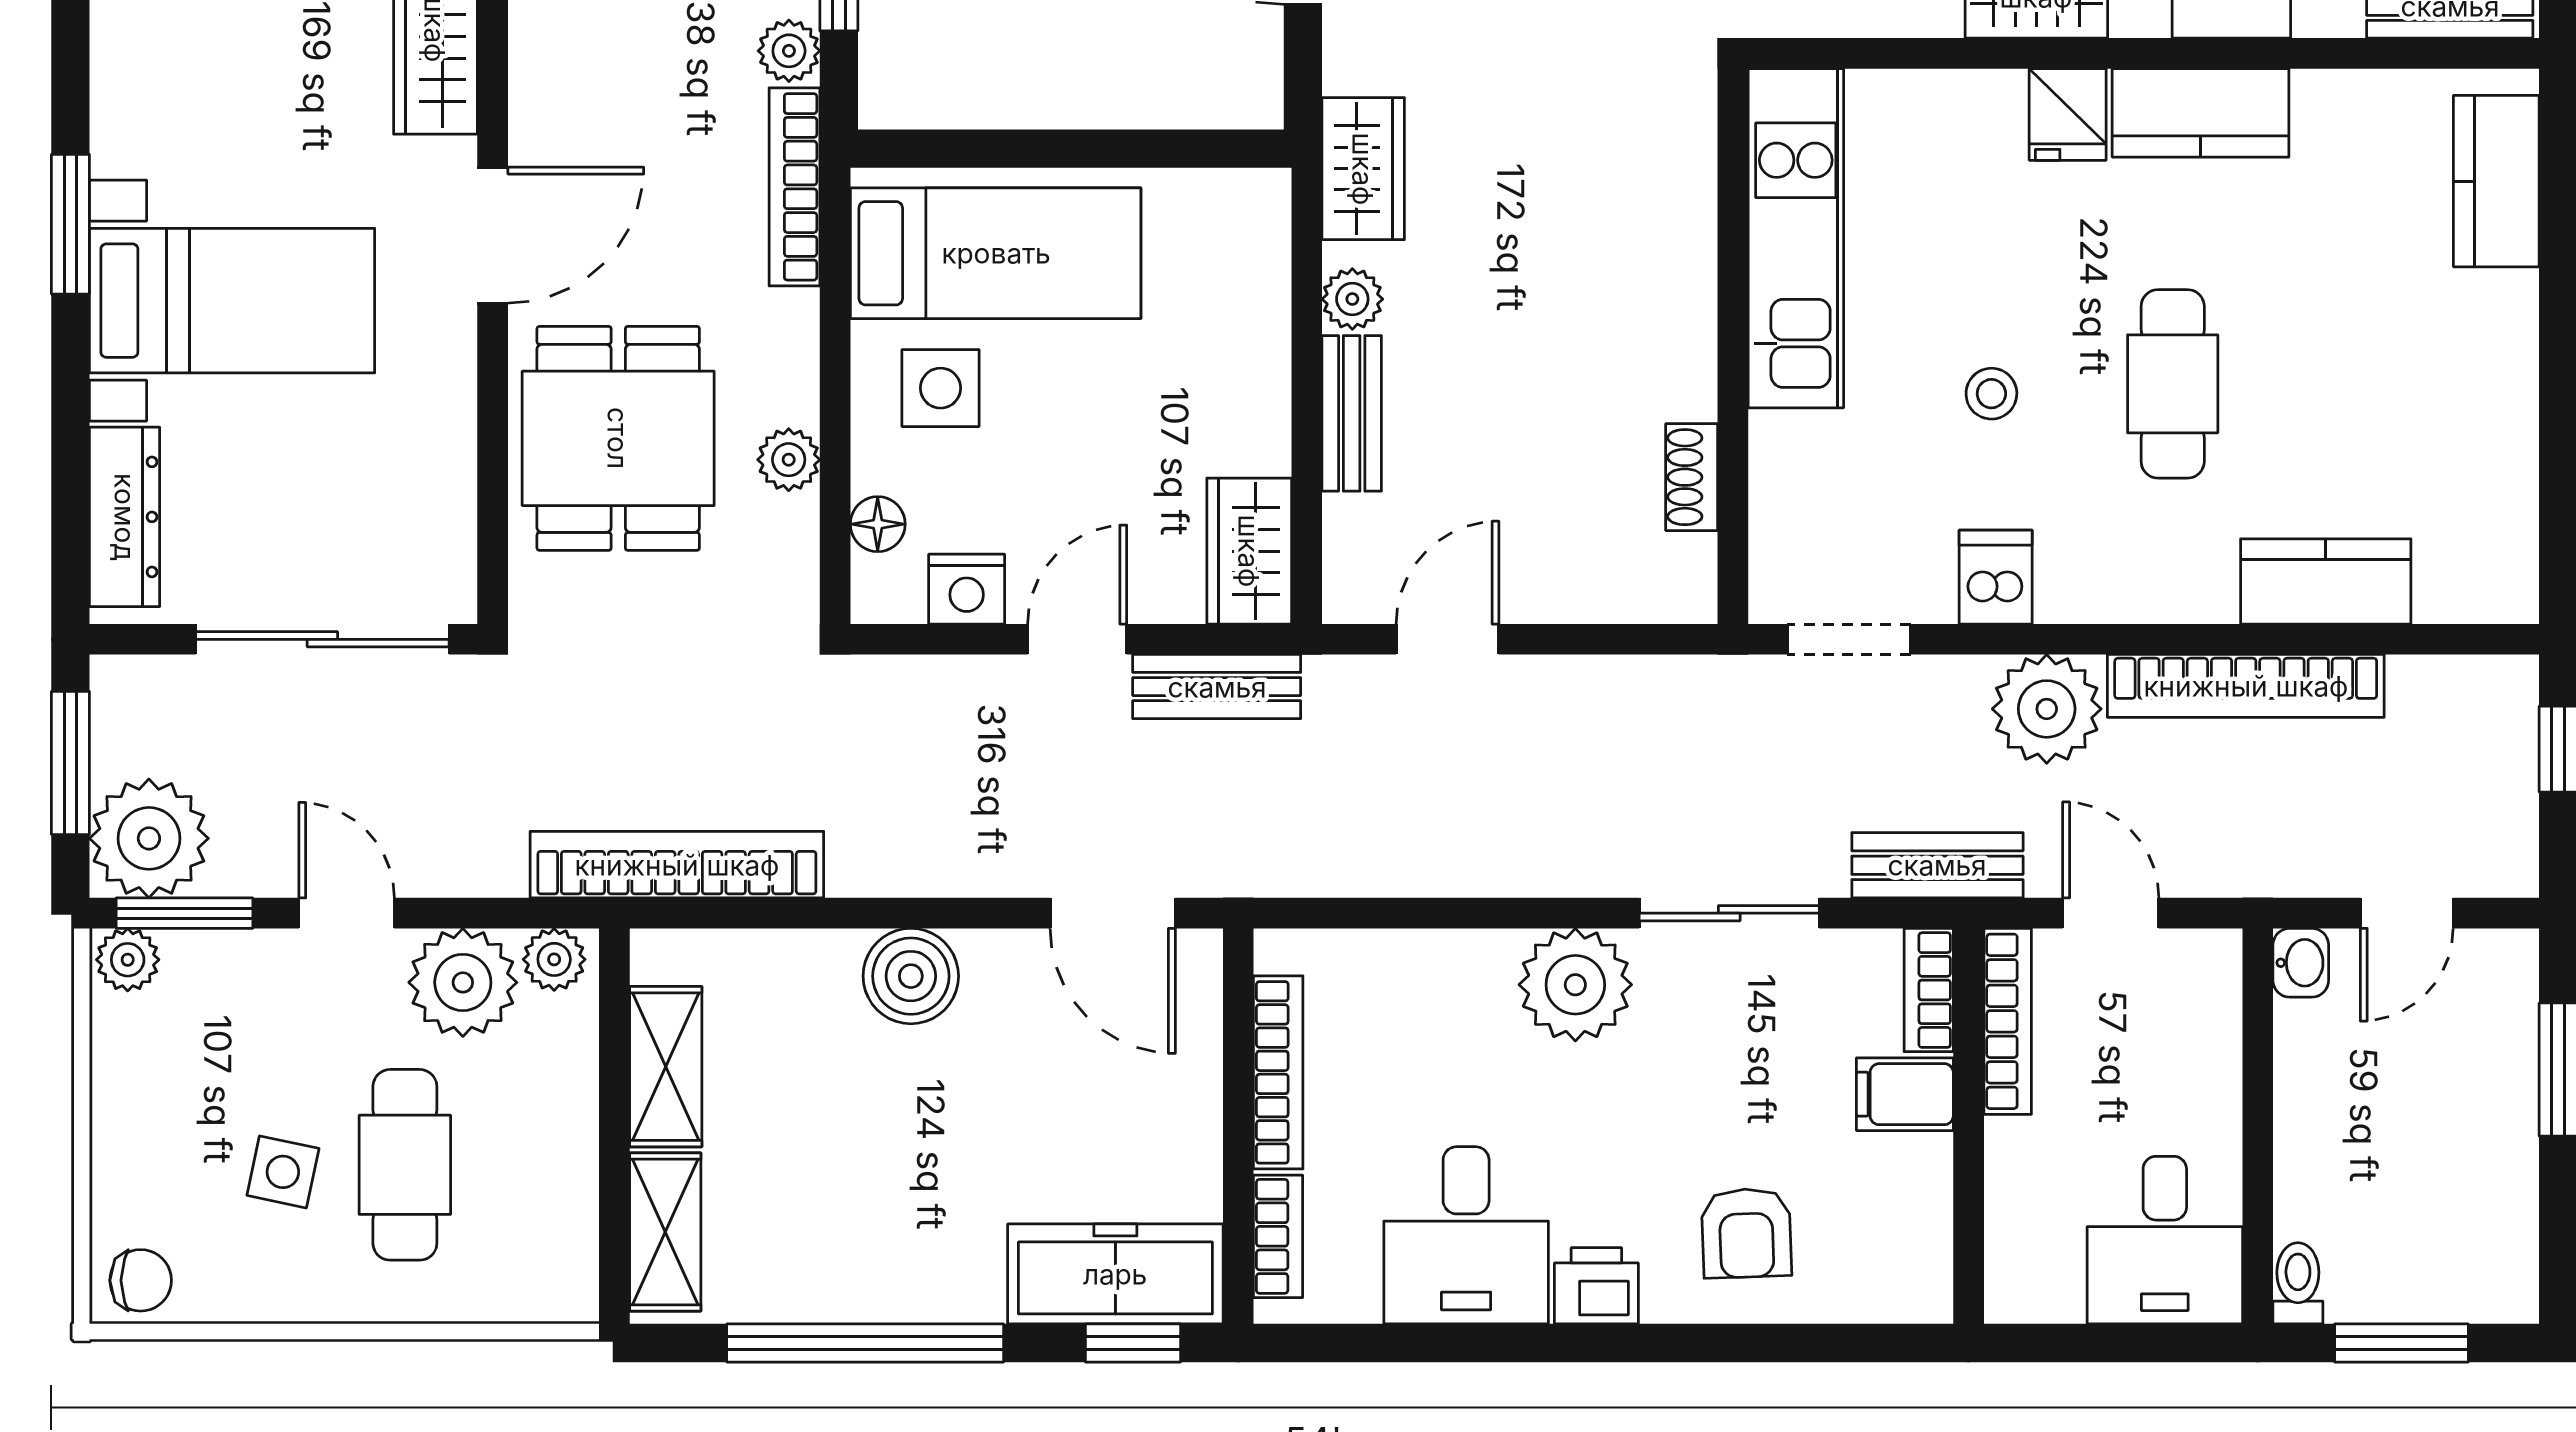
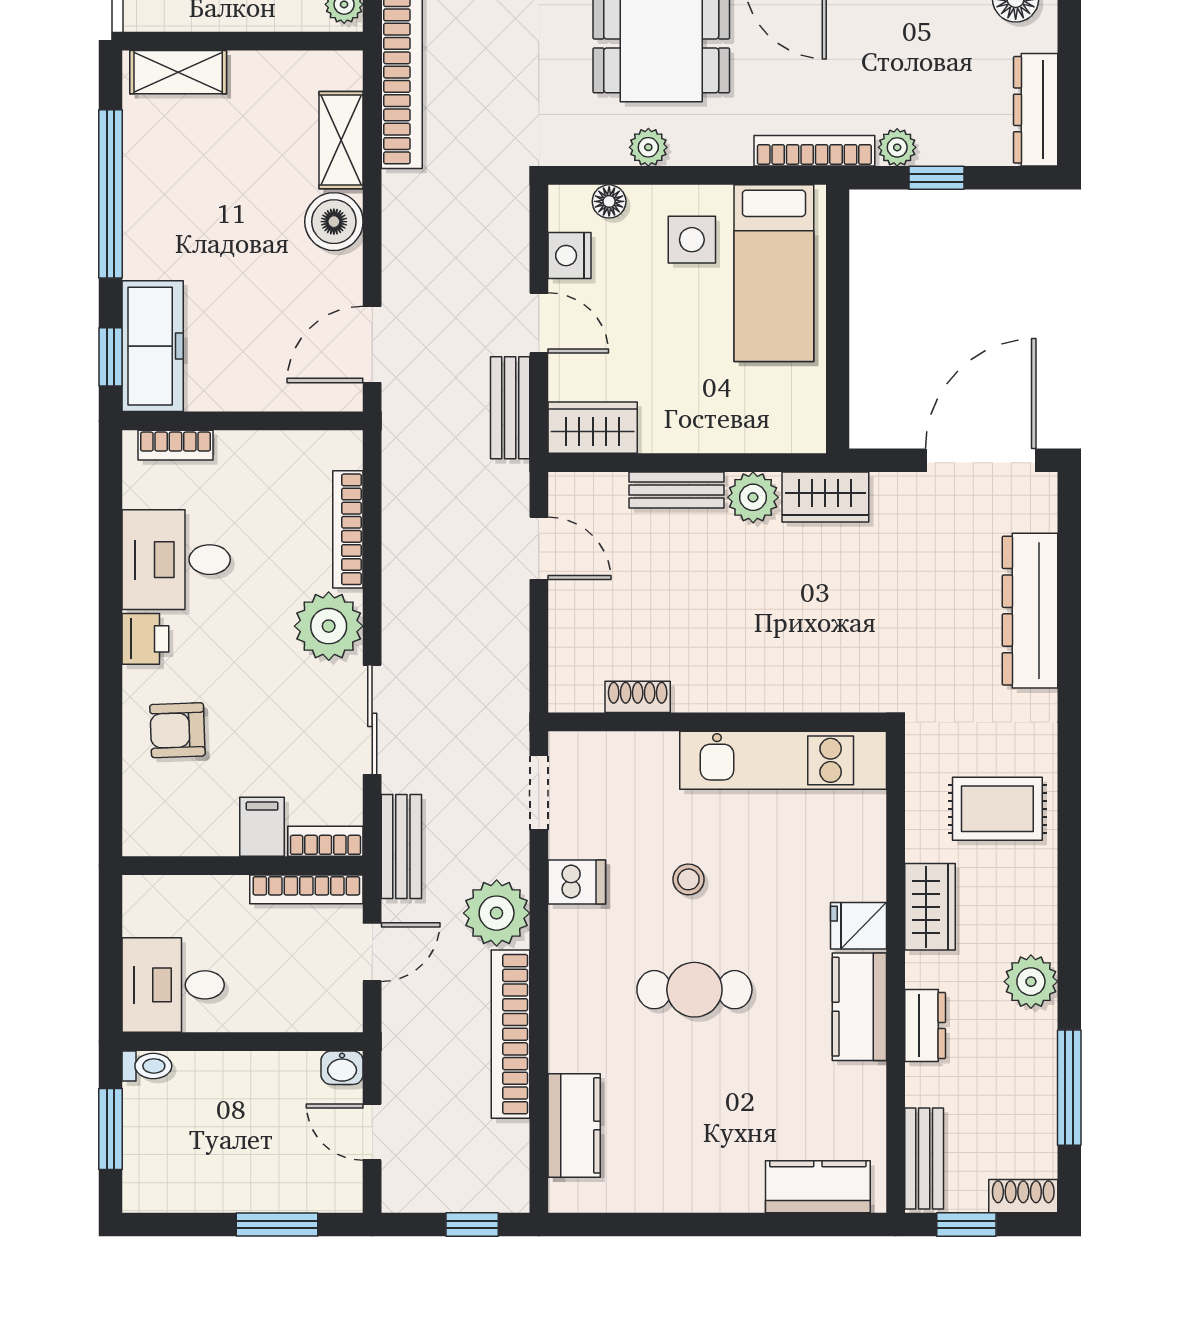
plant: (1352, 299) -> (753, 497), width x1.38, depth x1.38
kitchen counter: (2326, 581) -> (574, 1125), moved
shelving: (666, 1067) -> (341, 140), moved, turned 90
bookcase: (1278, 1072) -> (348, 529), moved, turned 90

